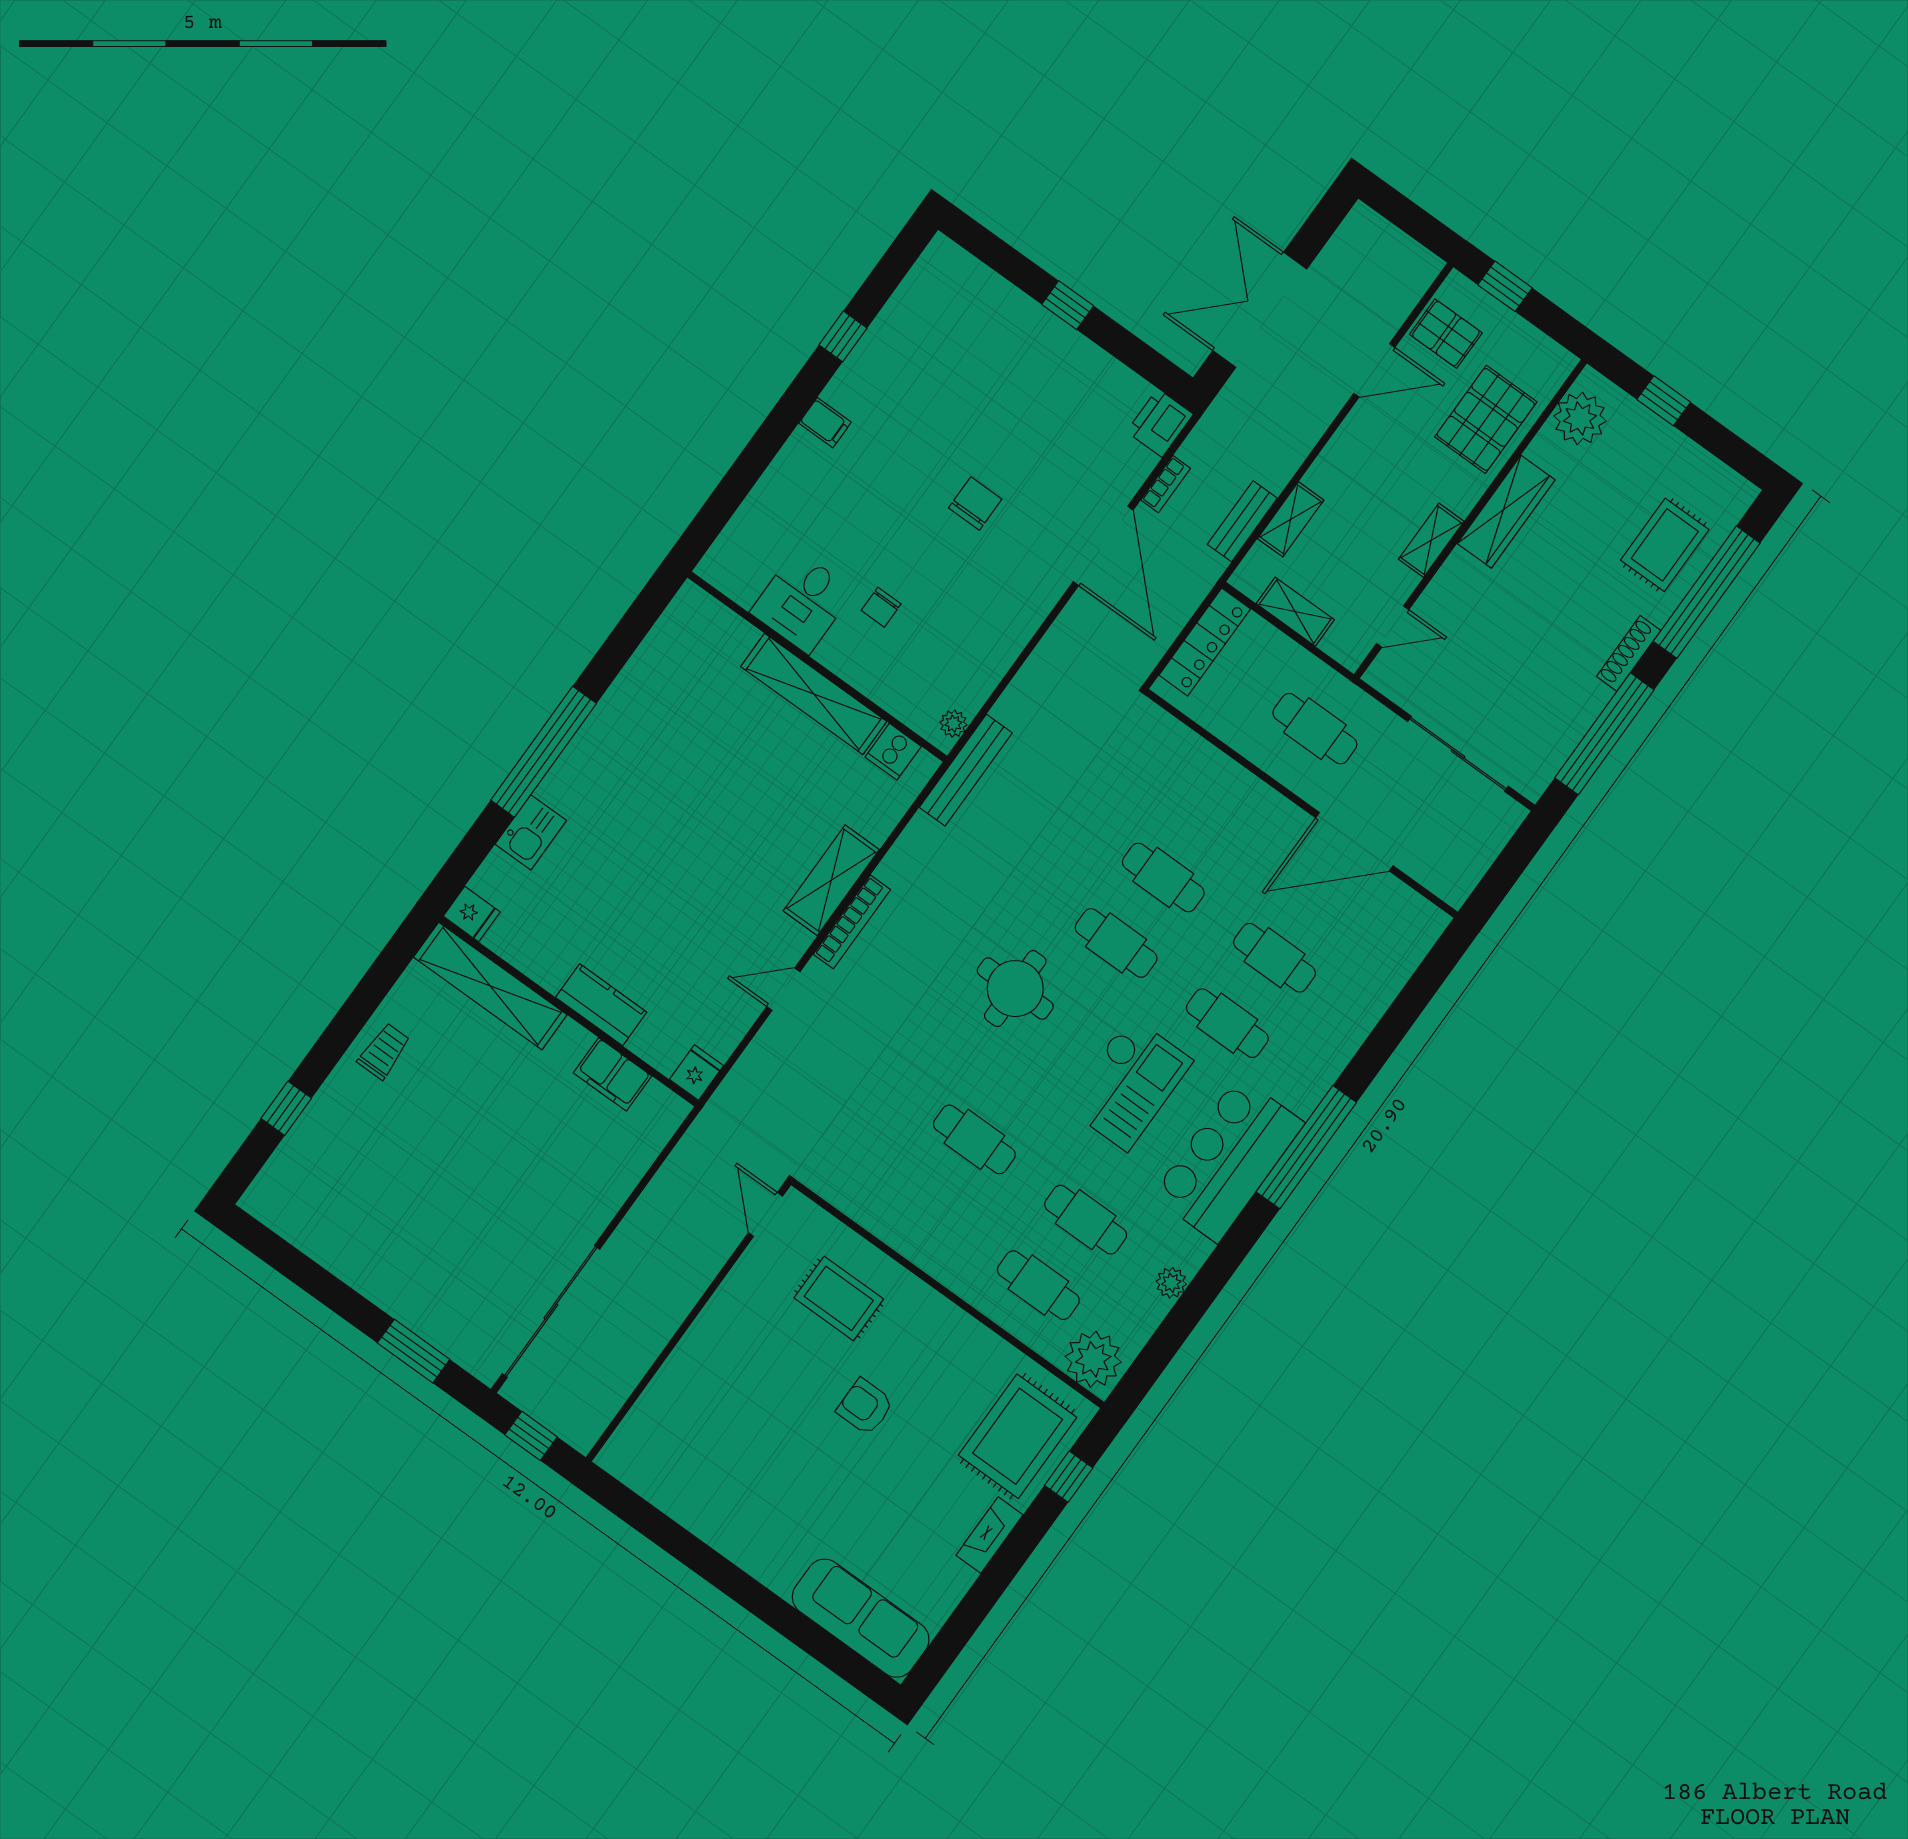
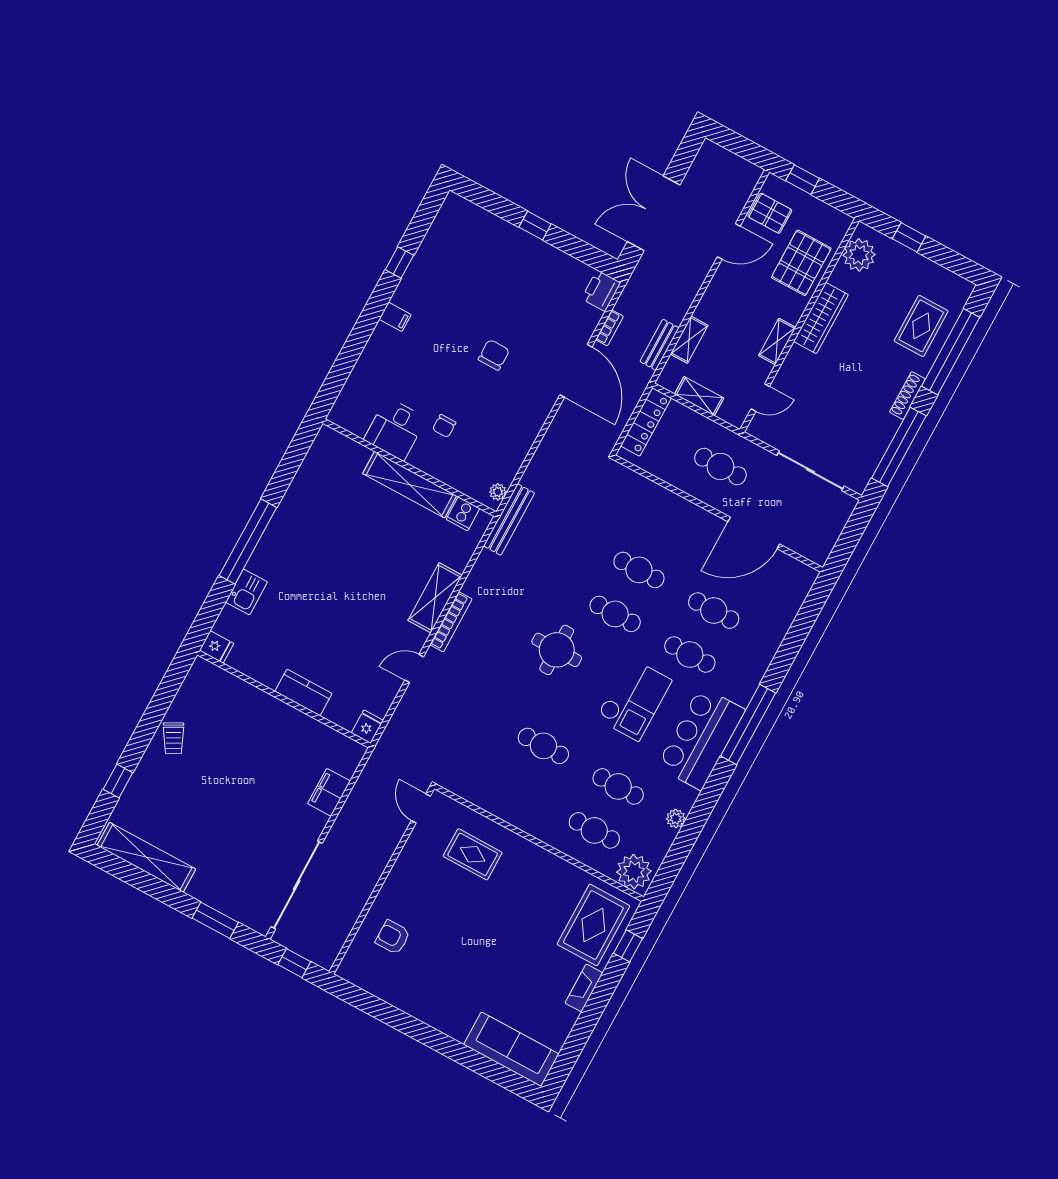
shelving: (490, 986) -> (146, 857), moved
trolley: (384, 1051) -> (173, 738), turned 152
filing cabinet: (613, 1074) -> (329, 792), moved, turned 90
armchair: (865, 1407) -> (393, 937), moved

